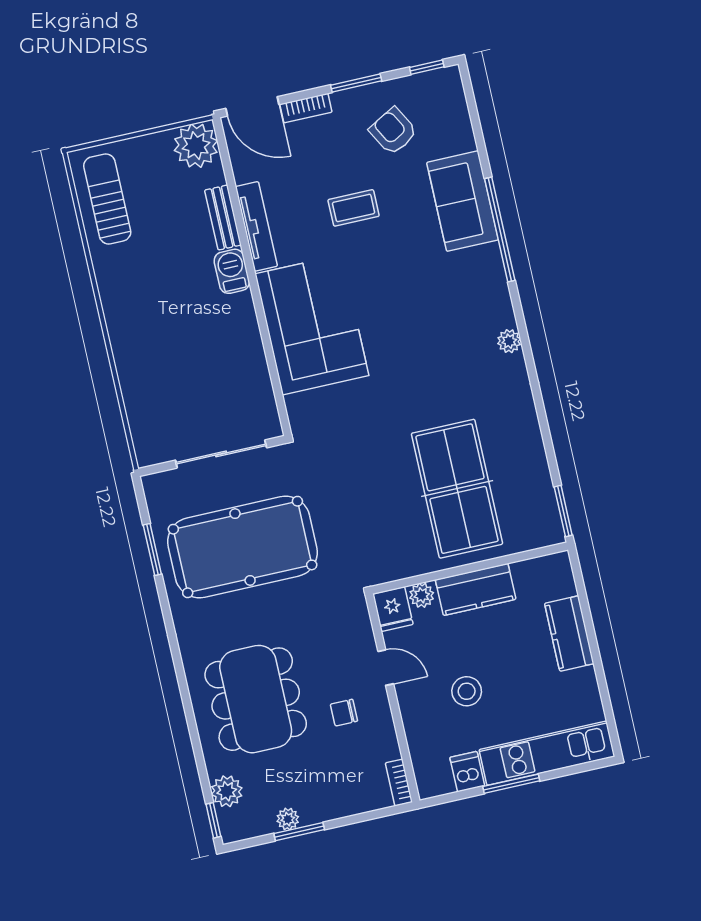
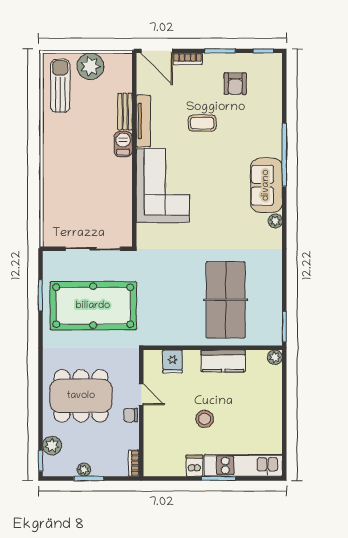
armchair: (393, 131) -> (235, 84), turned -151
plant: (196, 146) -> (90, 66), moved
sofa: (463, 201) -> (266, 185), moved
plant: (422, 595) -> (275, 357), moved
kitchen counter: (569, 633) -> (272, 399), removed
door: (386, 668) -> (141, 394), moved
wall: (393, 698) -> (141, 413), moved
dining table: (256, 699) -> (81, 396), turned 90
bookcase: (399, 783) -> (134, 463), moved

